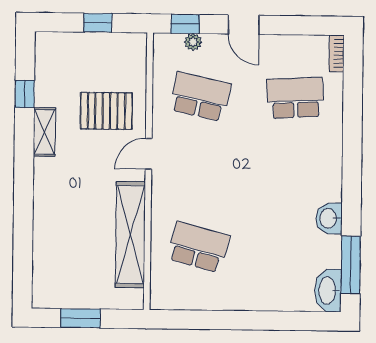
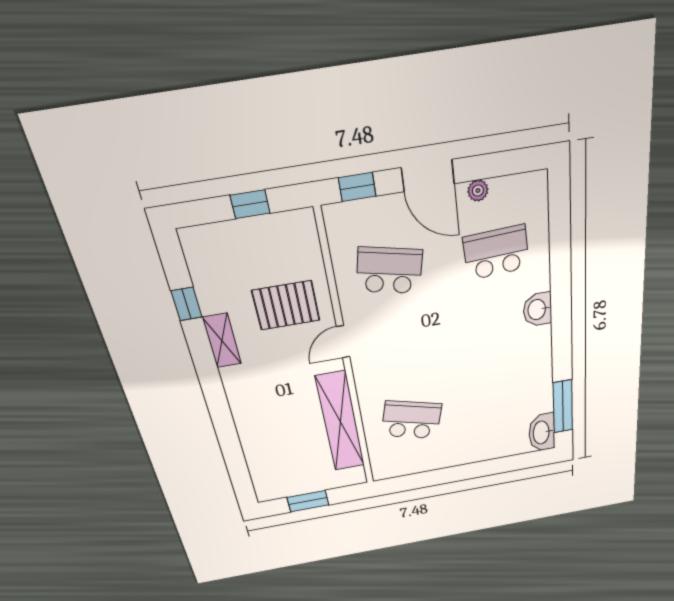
door: (244, 25) -> (428, 176), width x1.38
plant: (193, 42) -> (478, 191), moved
bookcase: (337, 53) -> (540, 192), removed
washbasin: (329, 218) -> (538, 309), moved

